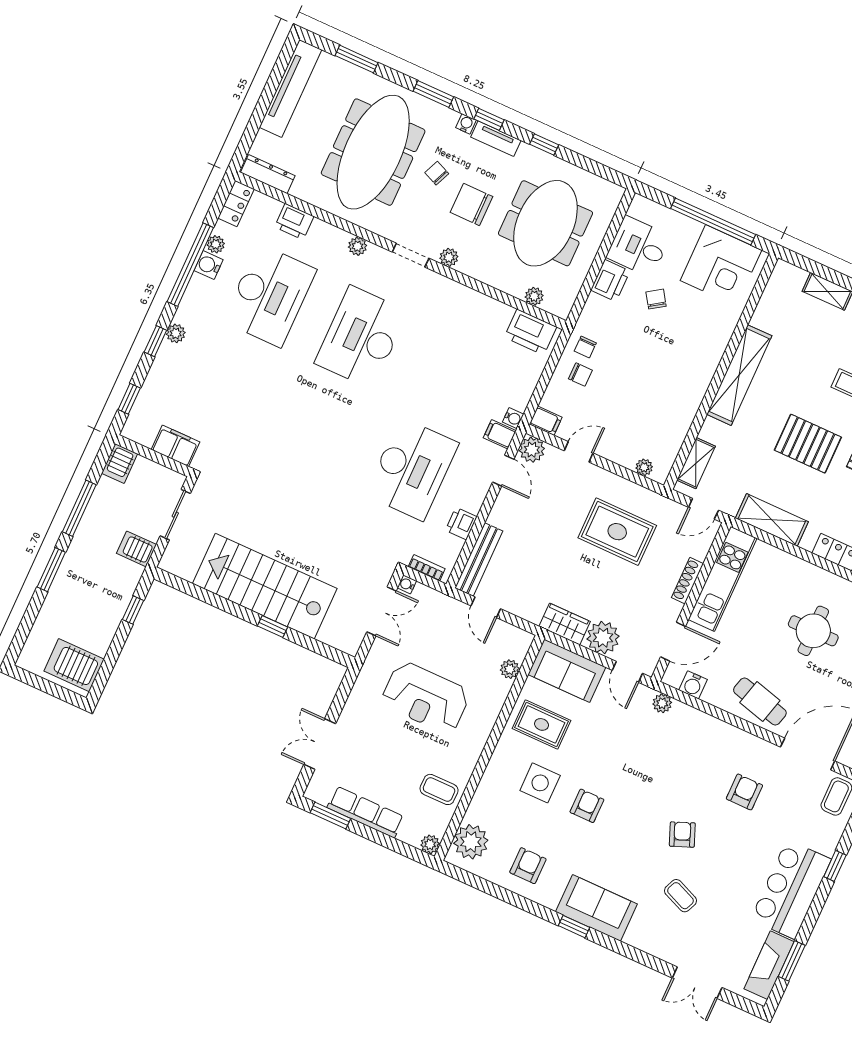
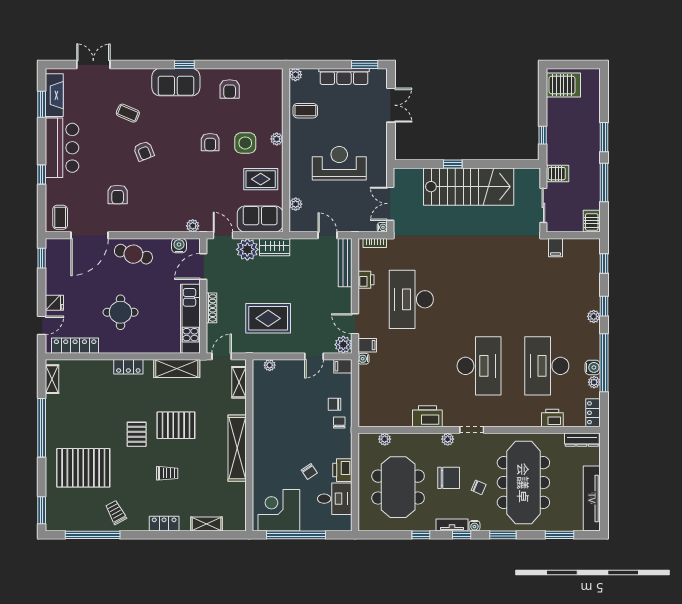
plant: (358, 246) -> (507, 421), removed
printer: (530, 332) -> (427, 416), moved
filing cabinet: (175, 446) -> (556, 248), width x0.50
plant: (471, 842) -> (277, 139), moved, width x0.53, depth x0.53

